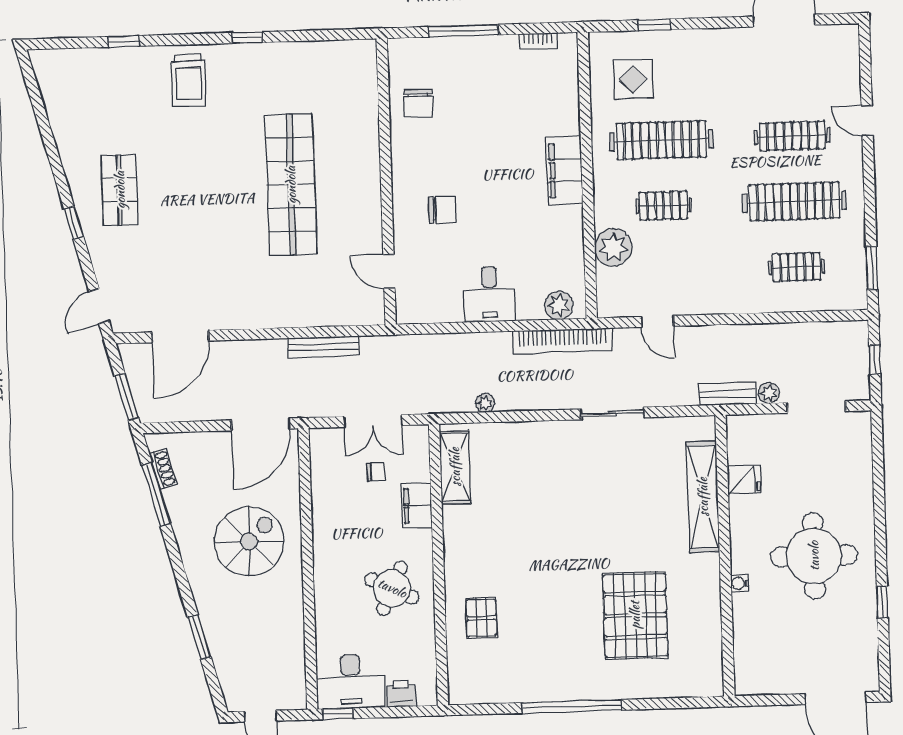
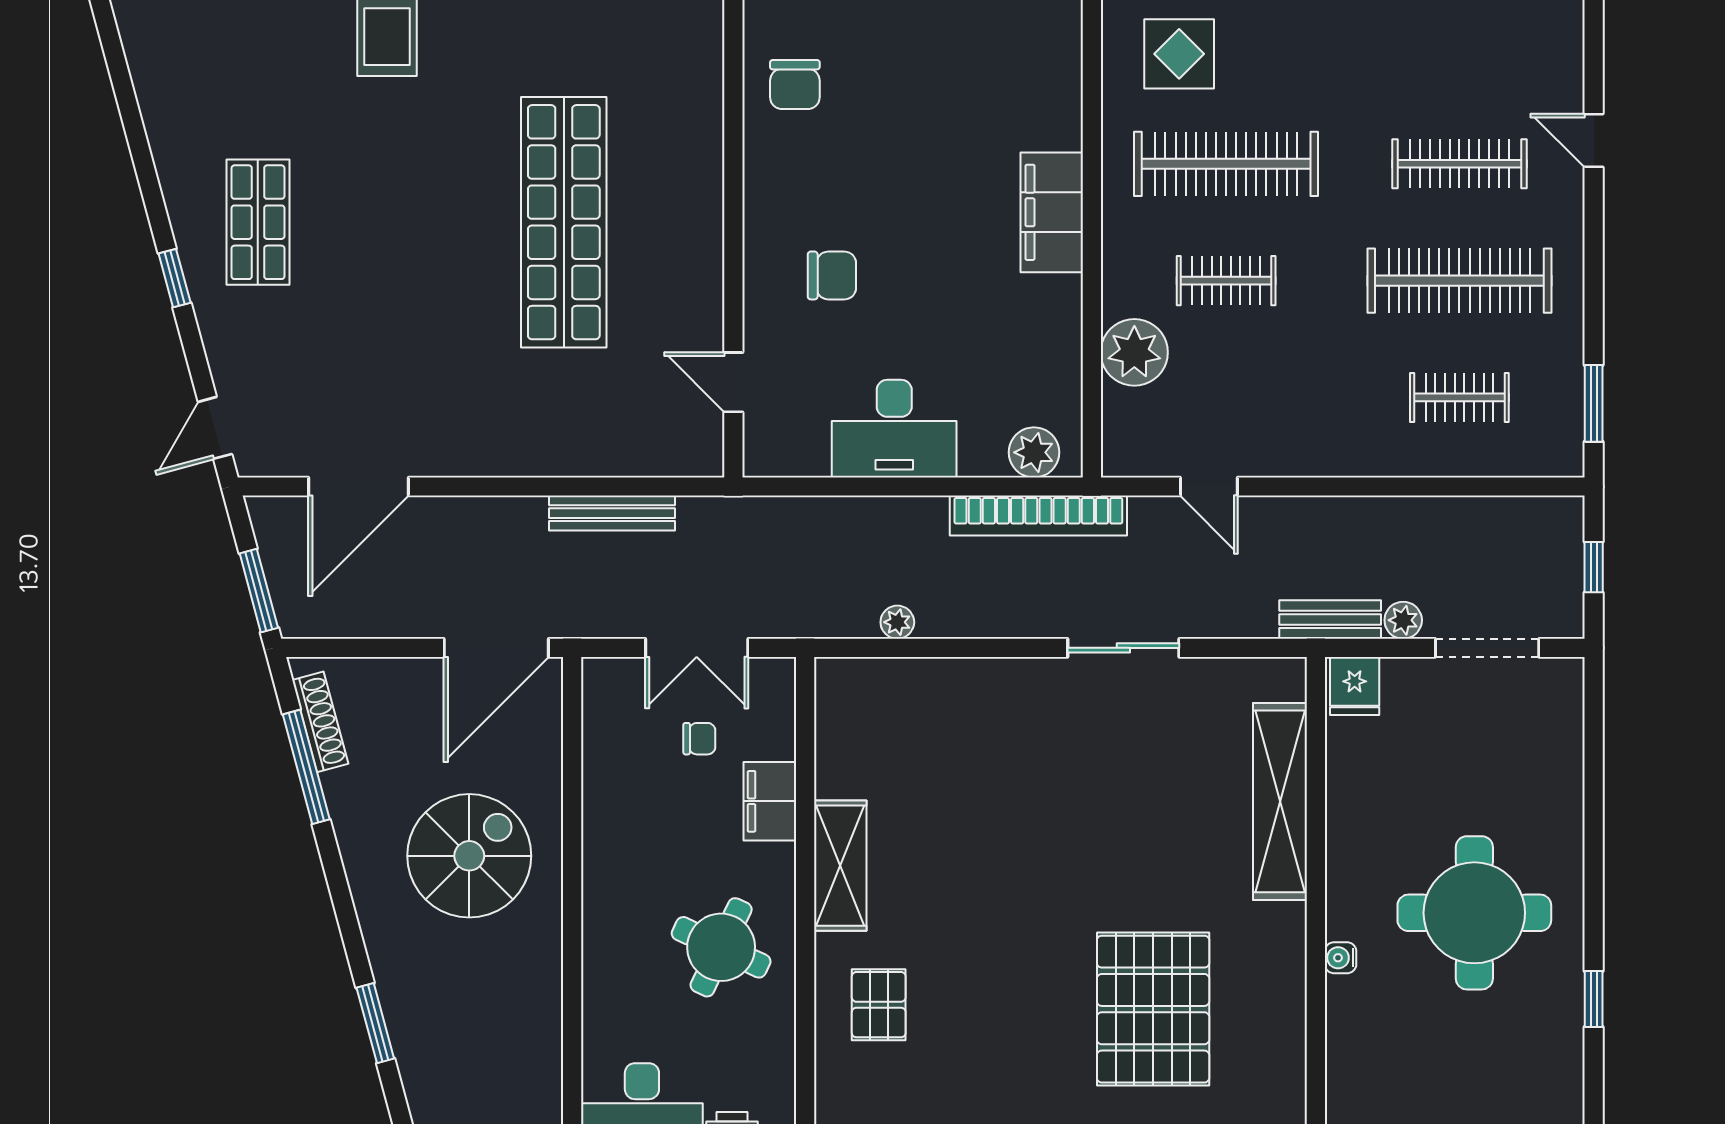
desk: (489, 294) -> (894, 429), width x1.37
shelving: (455, 467) -> (840, 866), moved
shoe rack: (163, 469) -> (320, 722), width x1.43
fridge: (744, 479) -> (1355, 686), moved, turned 90

